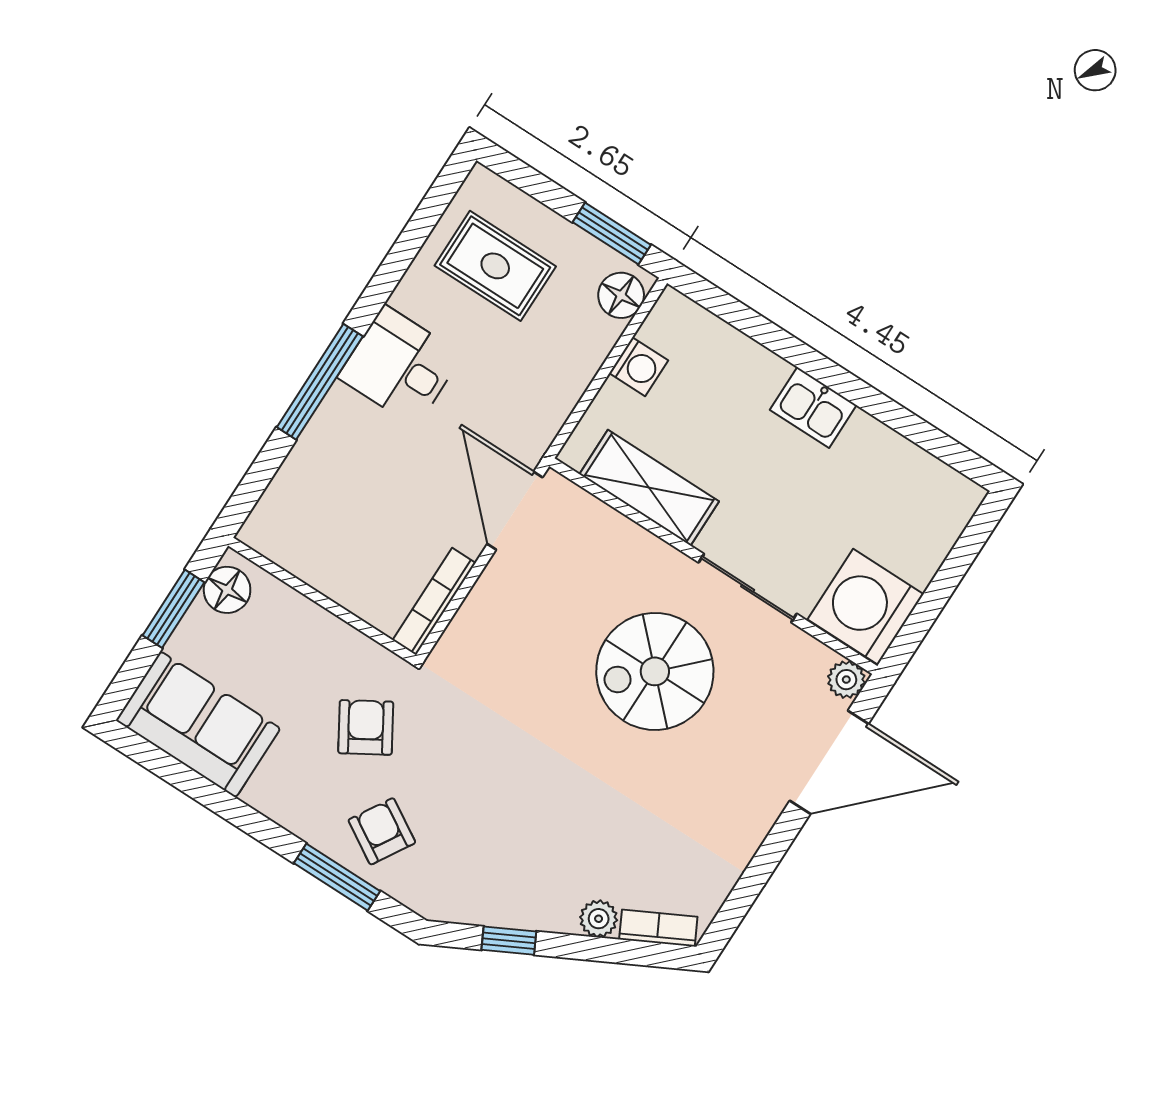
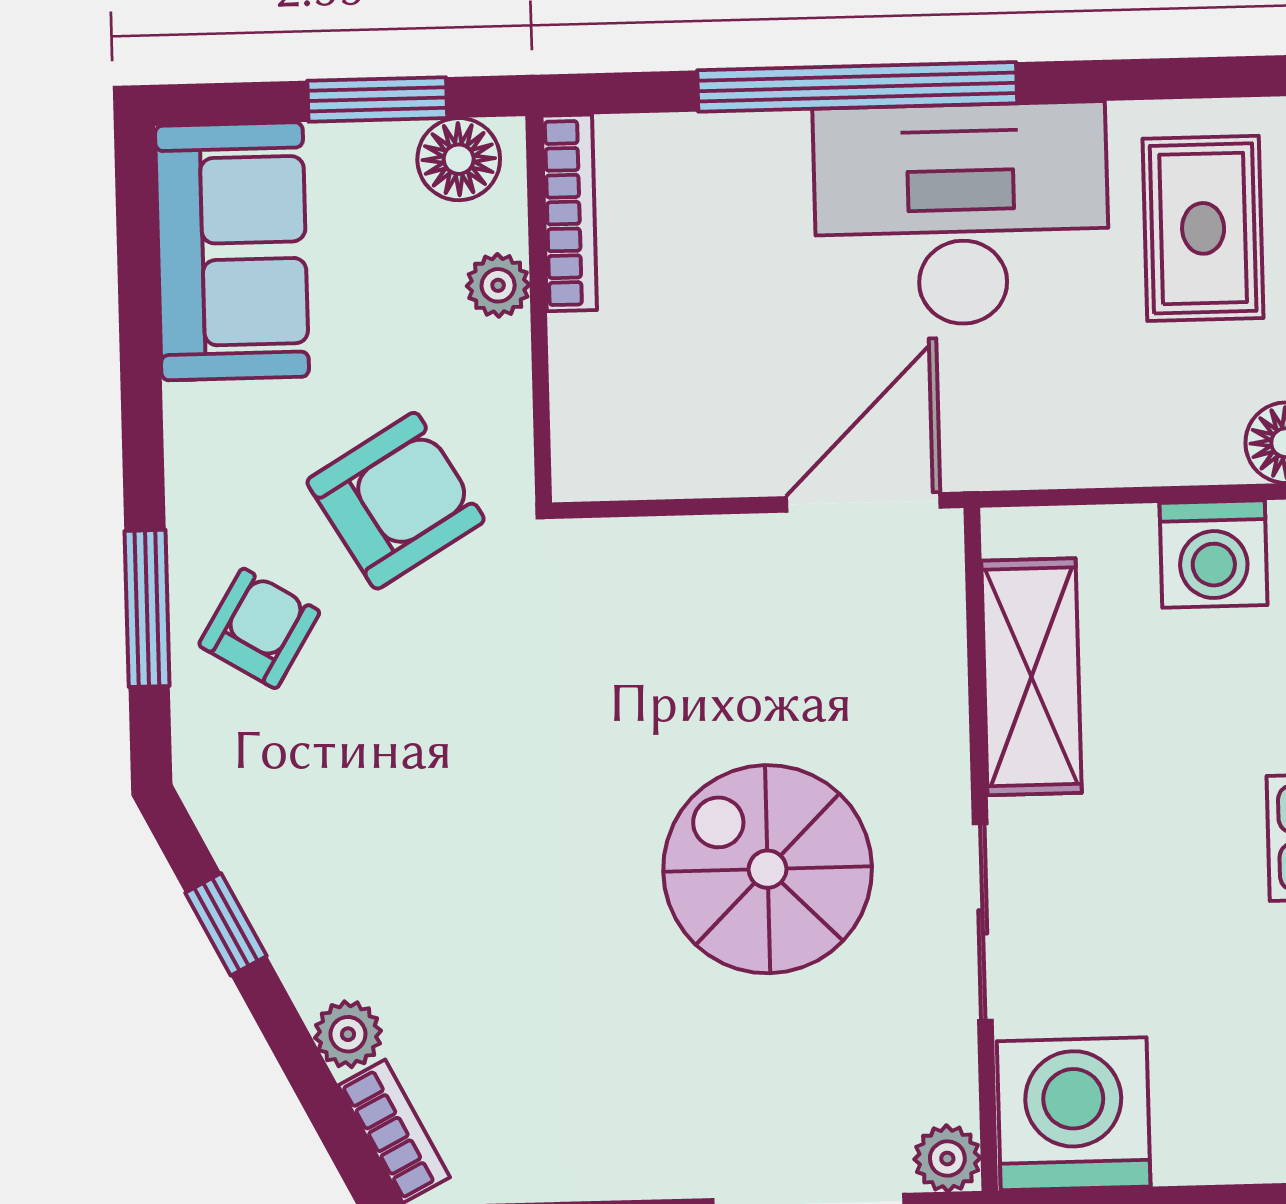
desk: (400, 366) -> (961, 214), width x1.87, depth x1.30
washing machine: (639, 367) -> (1214, 554), width x1.38, depth x1.38
window: (320, 382) -> (857, 87), width x1.46
bookcase: (434, 601) -> (569, 213), moved, turned 90
plant: (298, 612) -> (498, 285), added
armchair: (366, 727) -> (396, 501), width x1.38, depth x1.38

